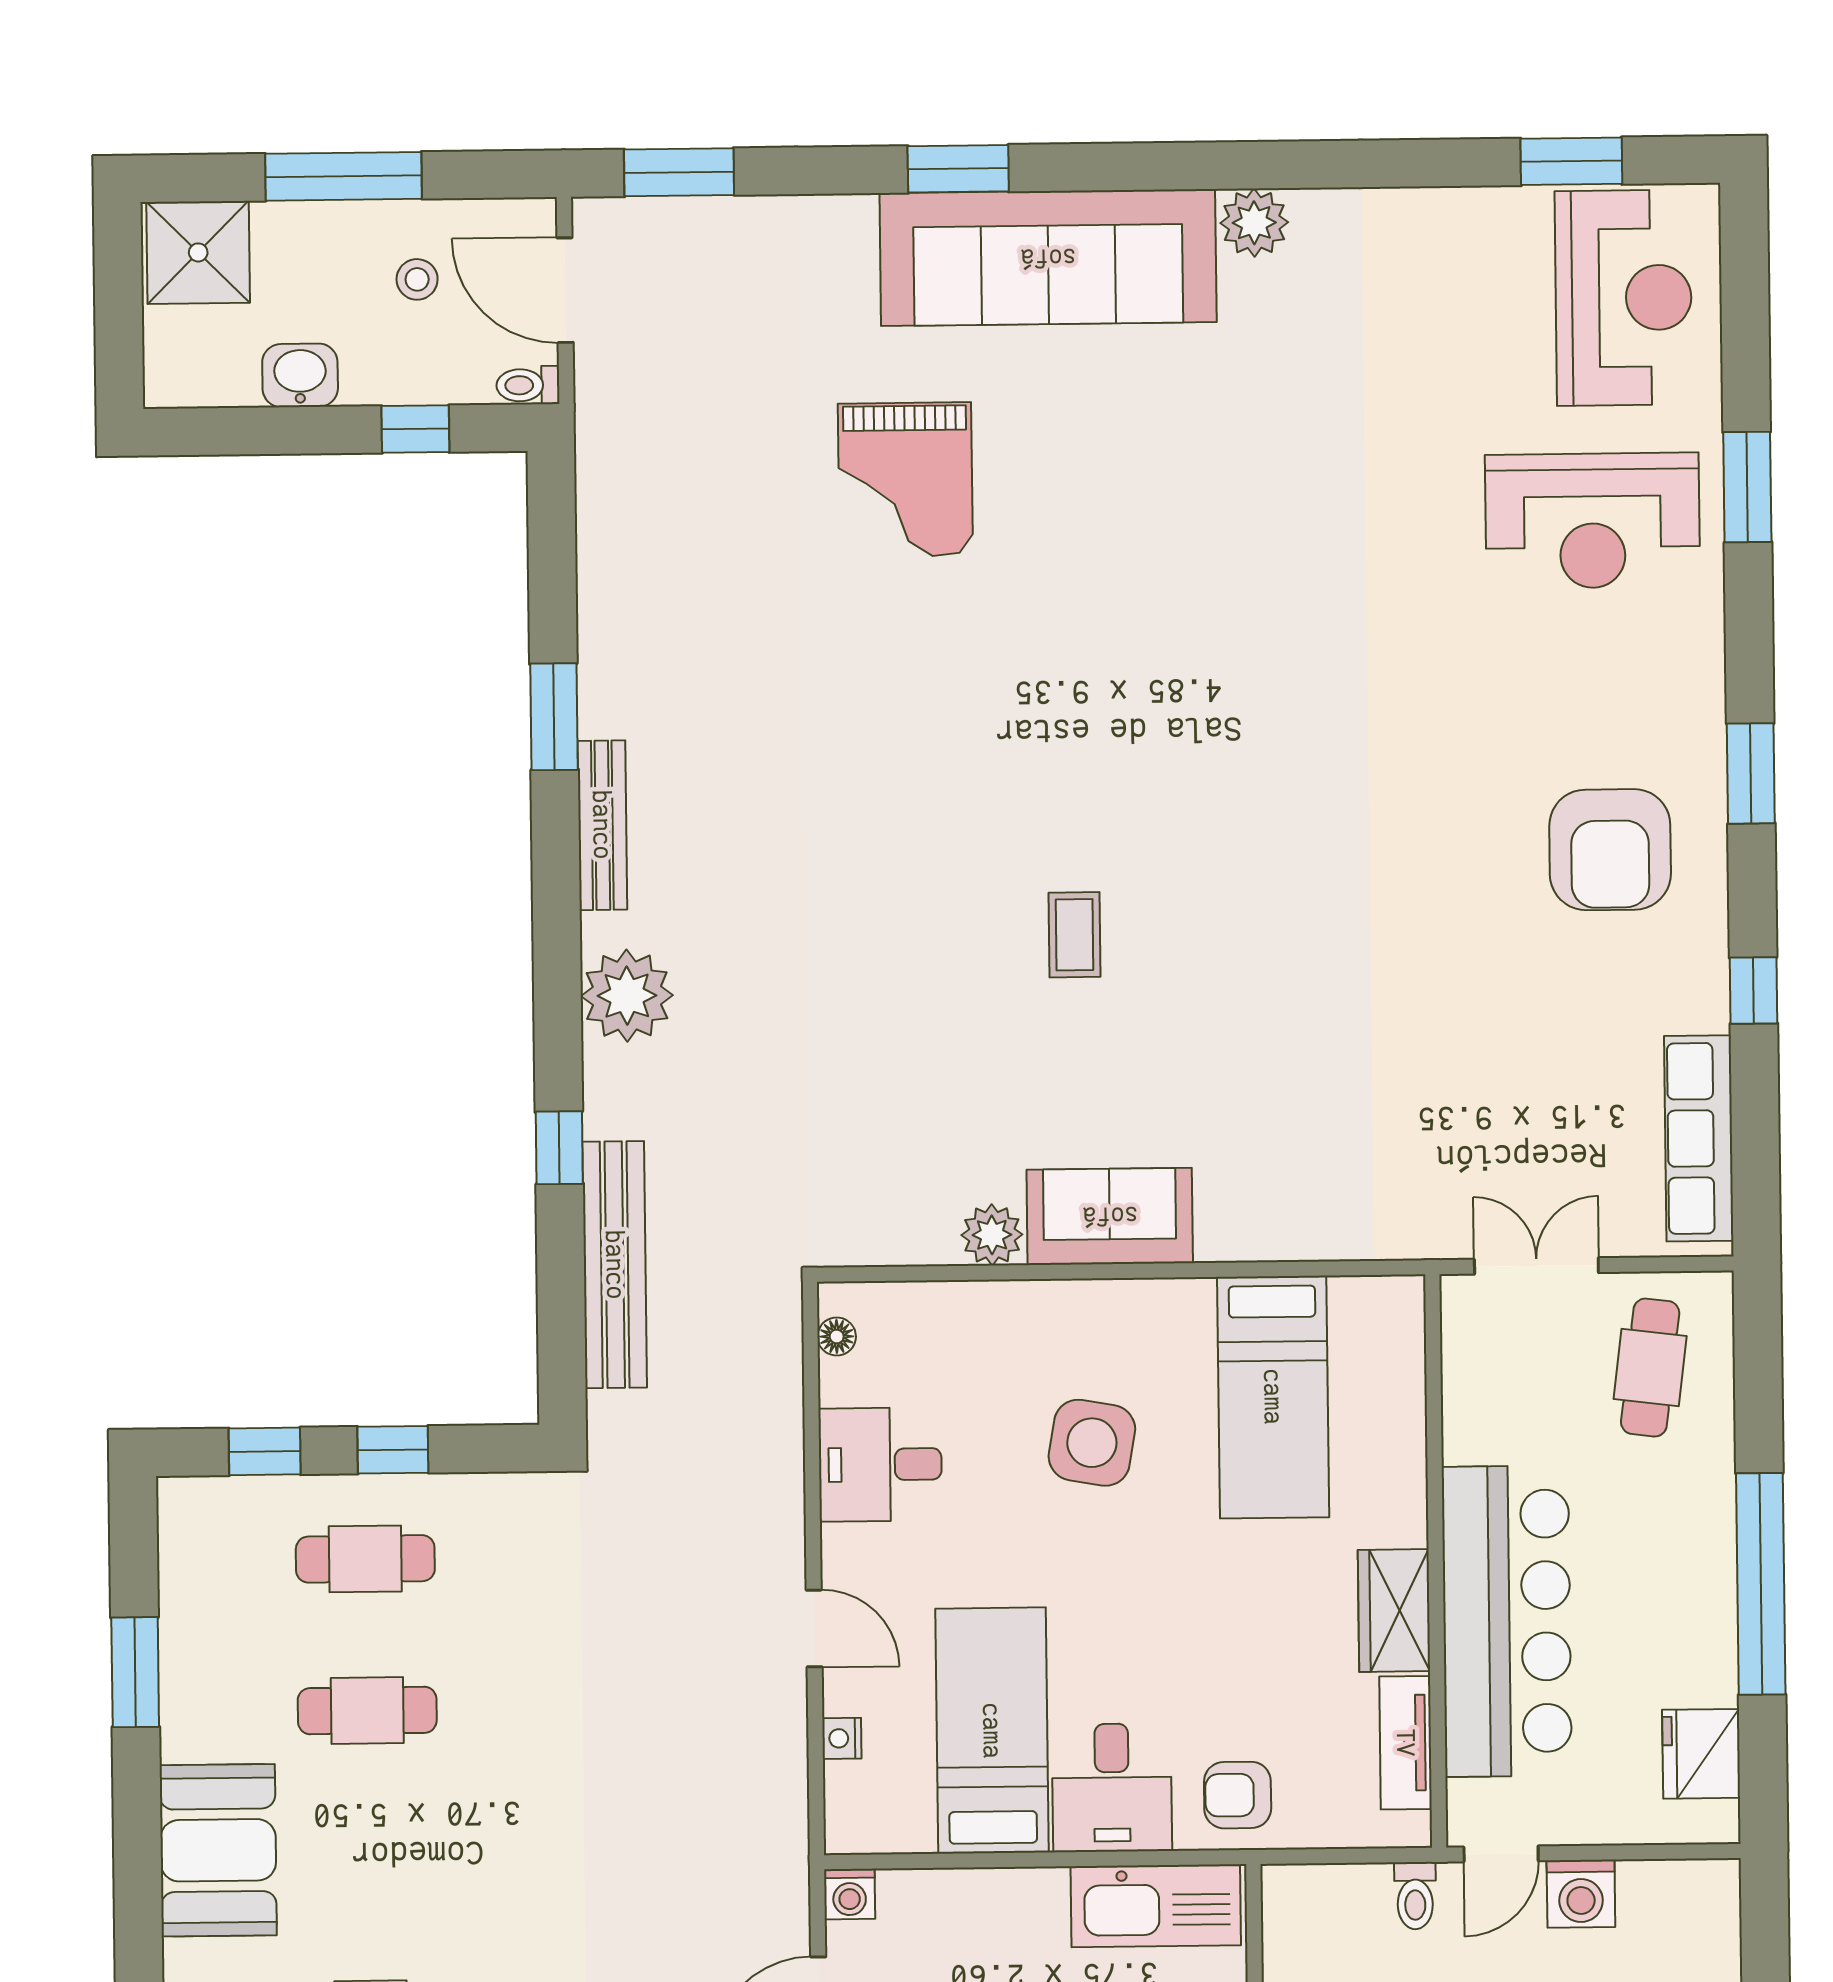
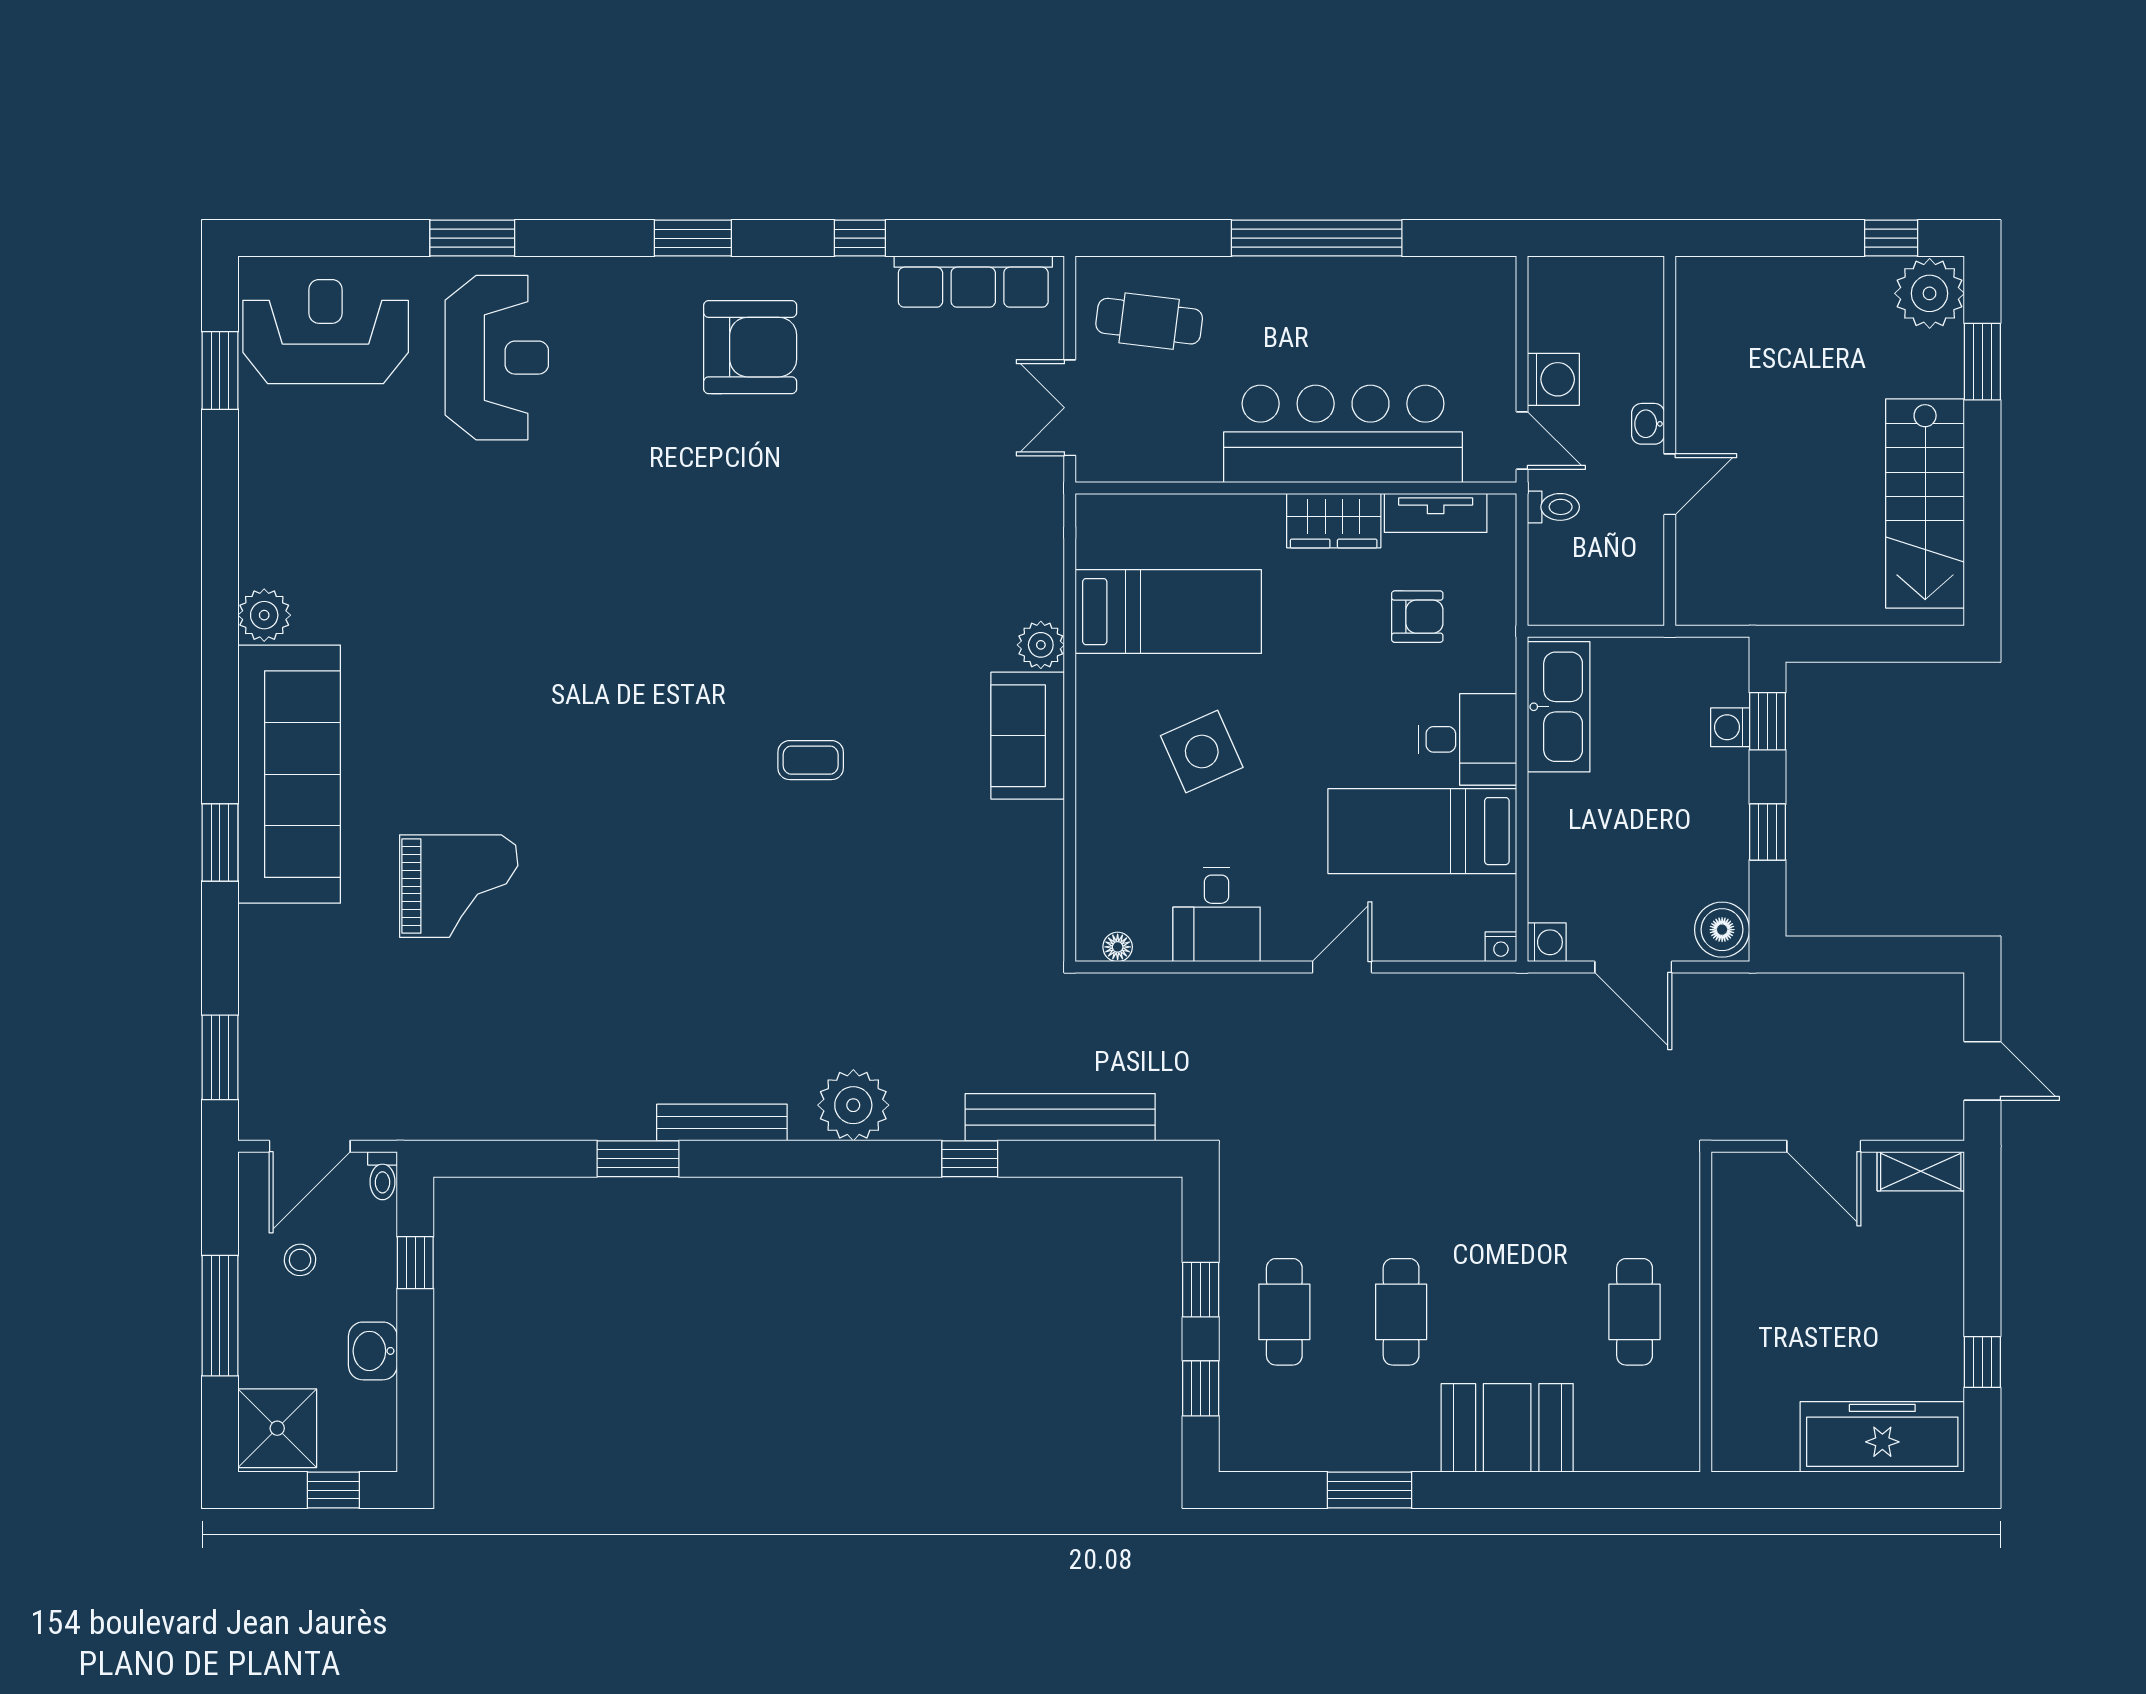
window: (119, 326) -> (333, 1490), added
plant: (992, 1235) -> (1041, 645), moved
side table: (1092, 1443) -> (1202, 752), turned -34
nightstand: (842, 1738) -> (1501, 947), moved
fridge: (1701, 1754) -> (1447, 286), removed
armchair: (1238, 1795) -> (1417, 617), moved, turned -90

